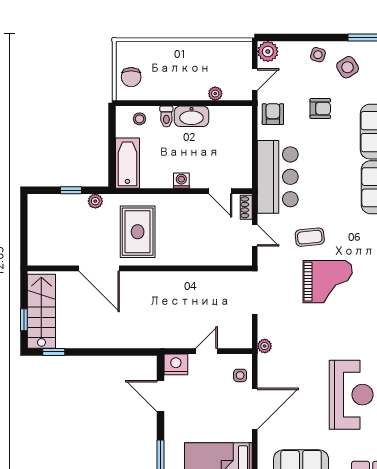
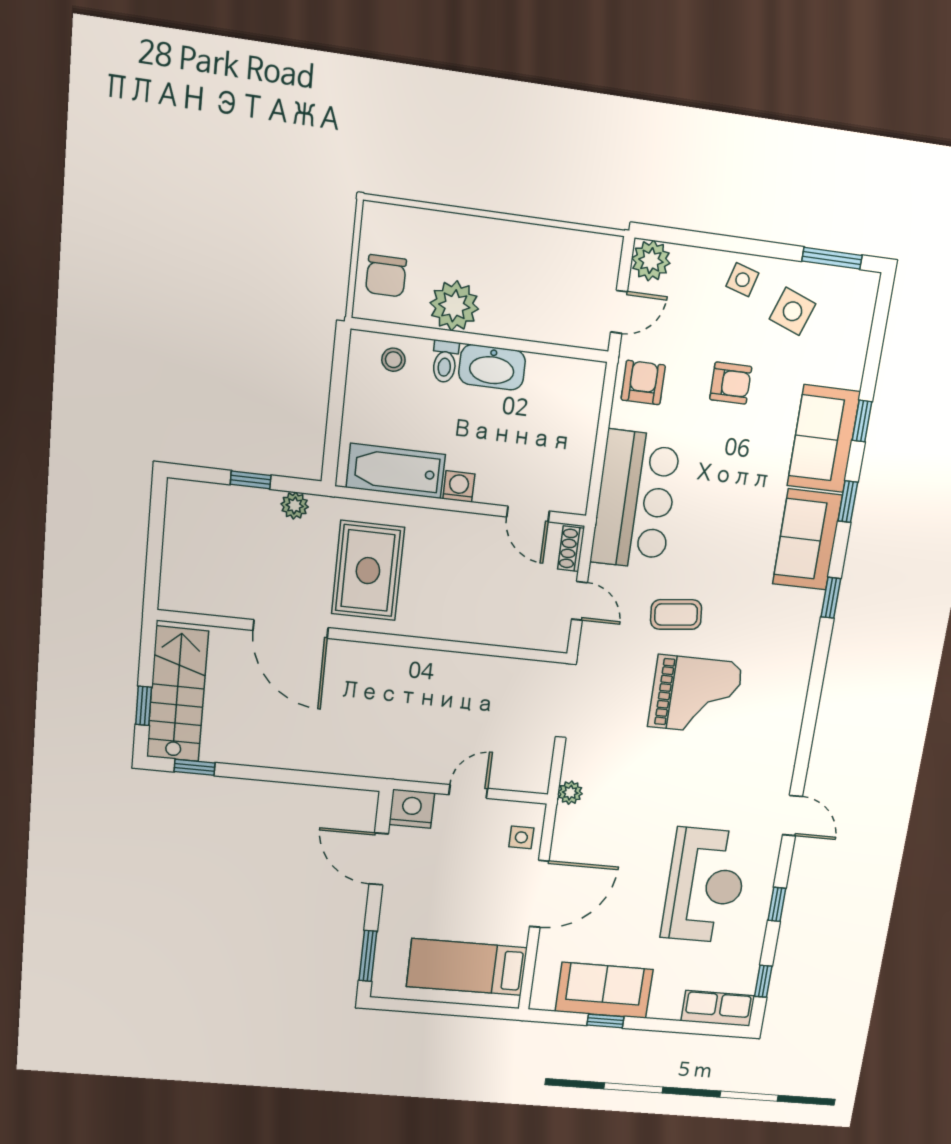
side table: (348, 67) -> (793, 311), turned -38
plant: (215, 94) -> (454, 306), moved, width x1.88, depth x1.88
bathtub: (127, 163) -> (396, 471), moved, turned -90

